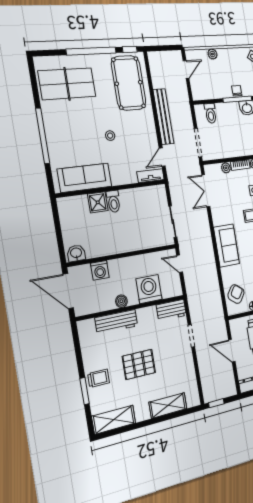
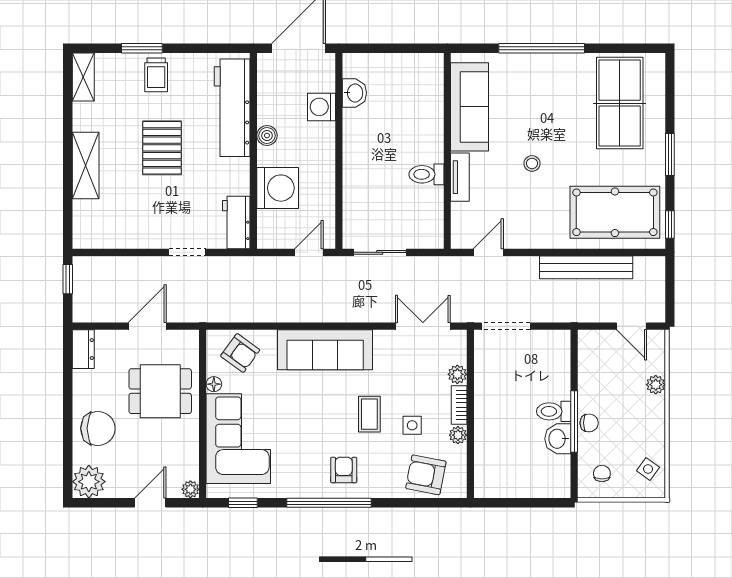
window: (91, 51) -> (670, 155), width x0.47
toilet: (211, 113) -> (554, 411), moved
bench: (164, 117) -> (586, 267), moved
door: (162, 157) -> (488, 252), hinge flipped
tv unit: (150, 176) -> (460, 177), moved
toilet: (114, 201) -> (426, 174), moved
shower: (98, 202) -> (428, 122), removed
sofa: (226, 245) -> (325, 350), width x1.36
washbasin: (76, 253) -> (354, 93), moved
workbench: (116, 322) -> (232, 108), width x1.36, depth x1.32
shelving: (168, 405) -> (86, 166), moved
shelving: (114, 420) -> (83, 77), width x0.67, depth x0.75

